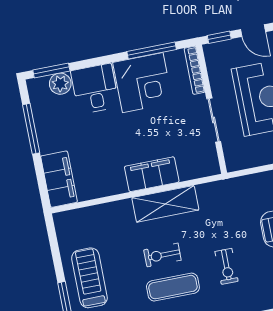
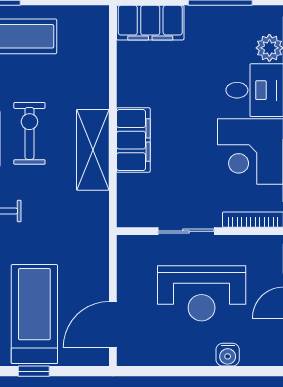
exercise bike: (162, 255) -> (29, 133), width x1.38, depth x1.39

